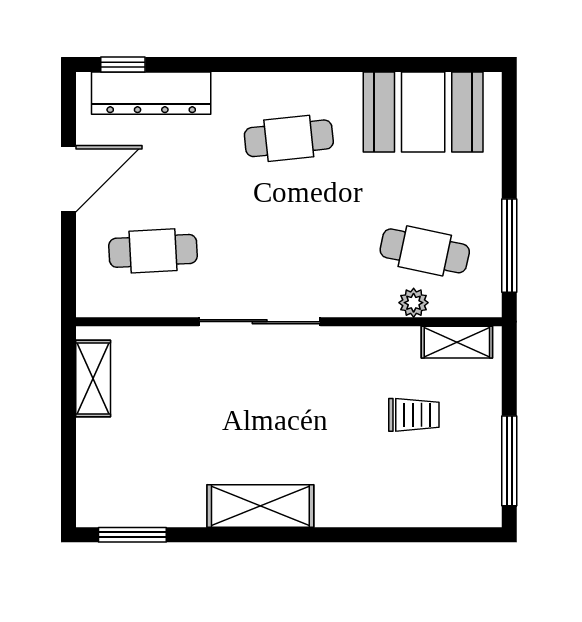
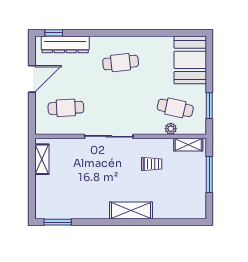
booth: (423, 112) -> (190, 60), moved, turned 90
window: (509, 246) -> (209, 106), width x0.69
trolley: (414, 415) -> (152, 164), moved
window: (509, 461) -> (209, 175), moved
shelving: (260, 506) -> (131, 211), moved

